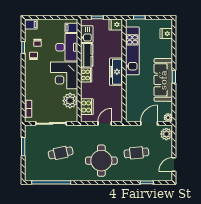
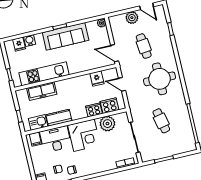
fridge: (116, 25) -> (97, 79), moved
water cooler: (167, 44) -> (30, 41), added
freezer: (116, 72) -> (42, 91), moved
cooker: (86, 75) -> (94, 110), moved
door: (149, 123) -> (115, 53), moved
plant: (166, 134) -> (132, 18), moved

